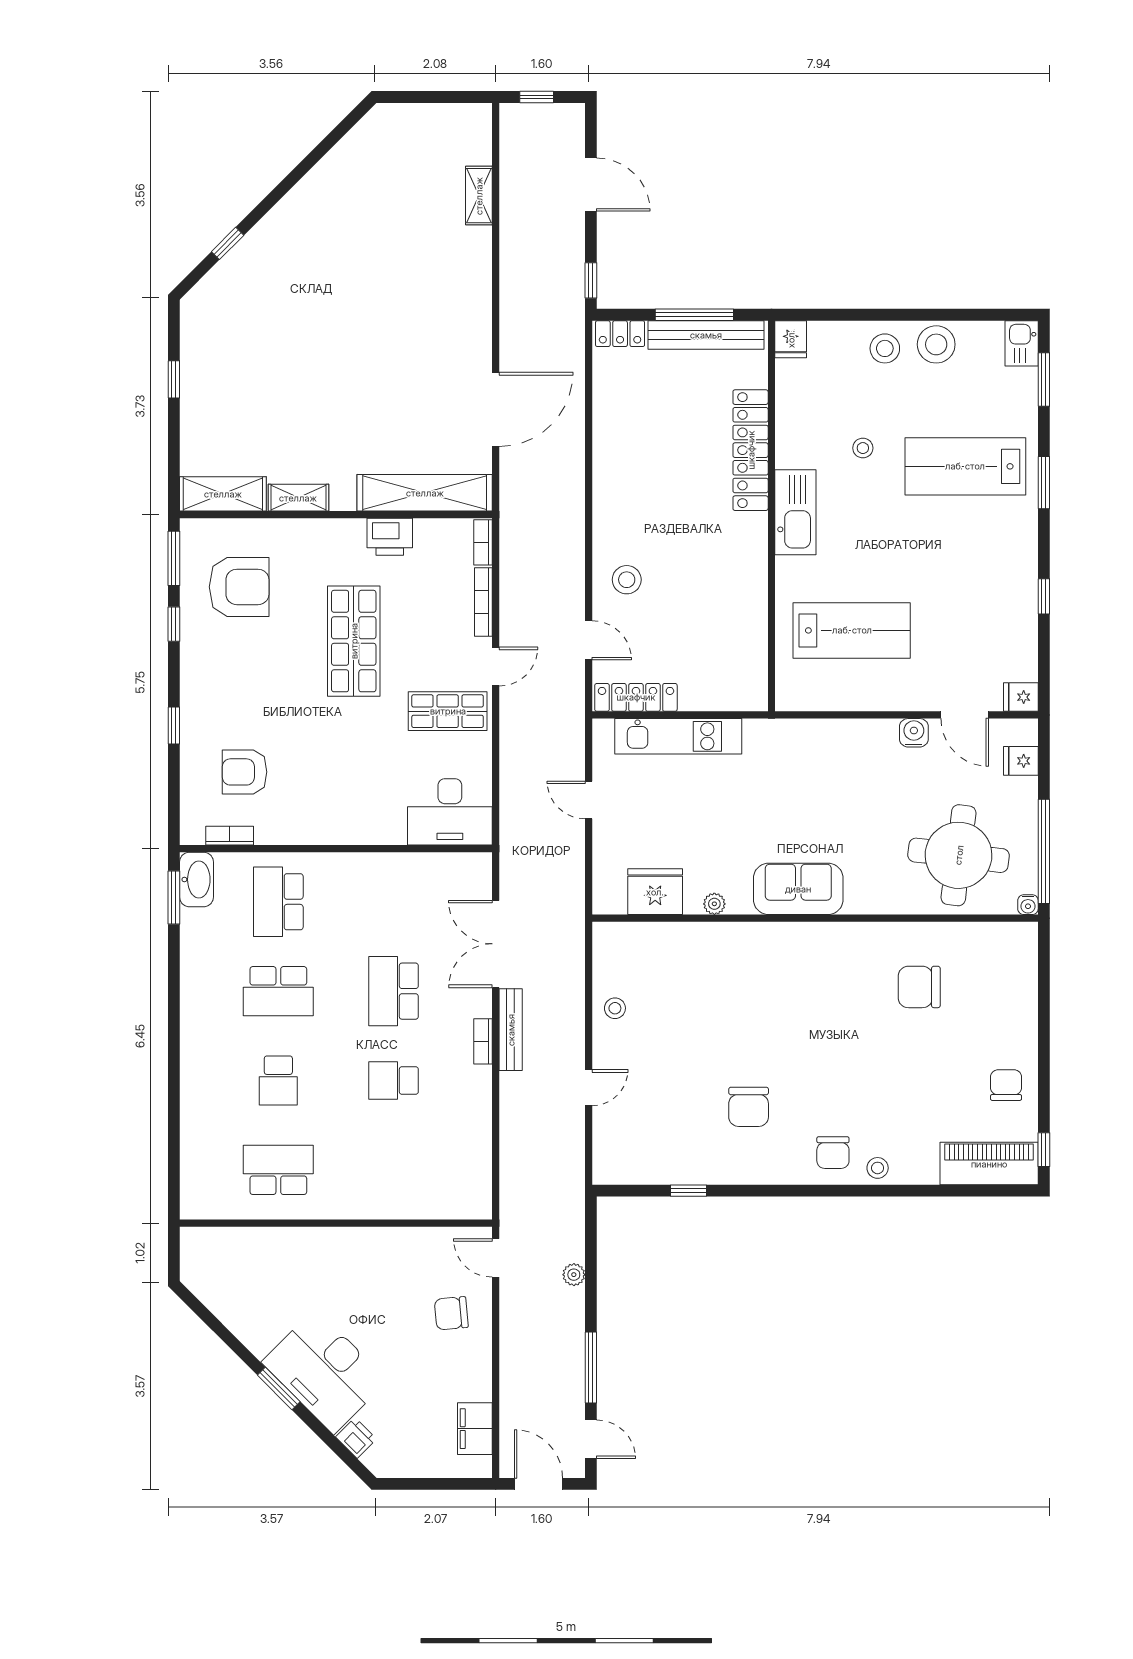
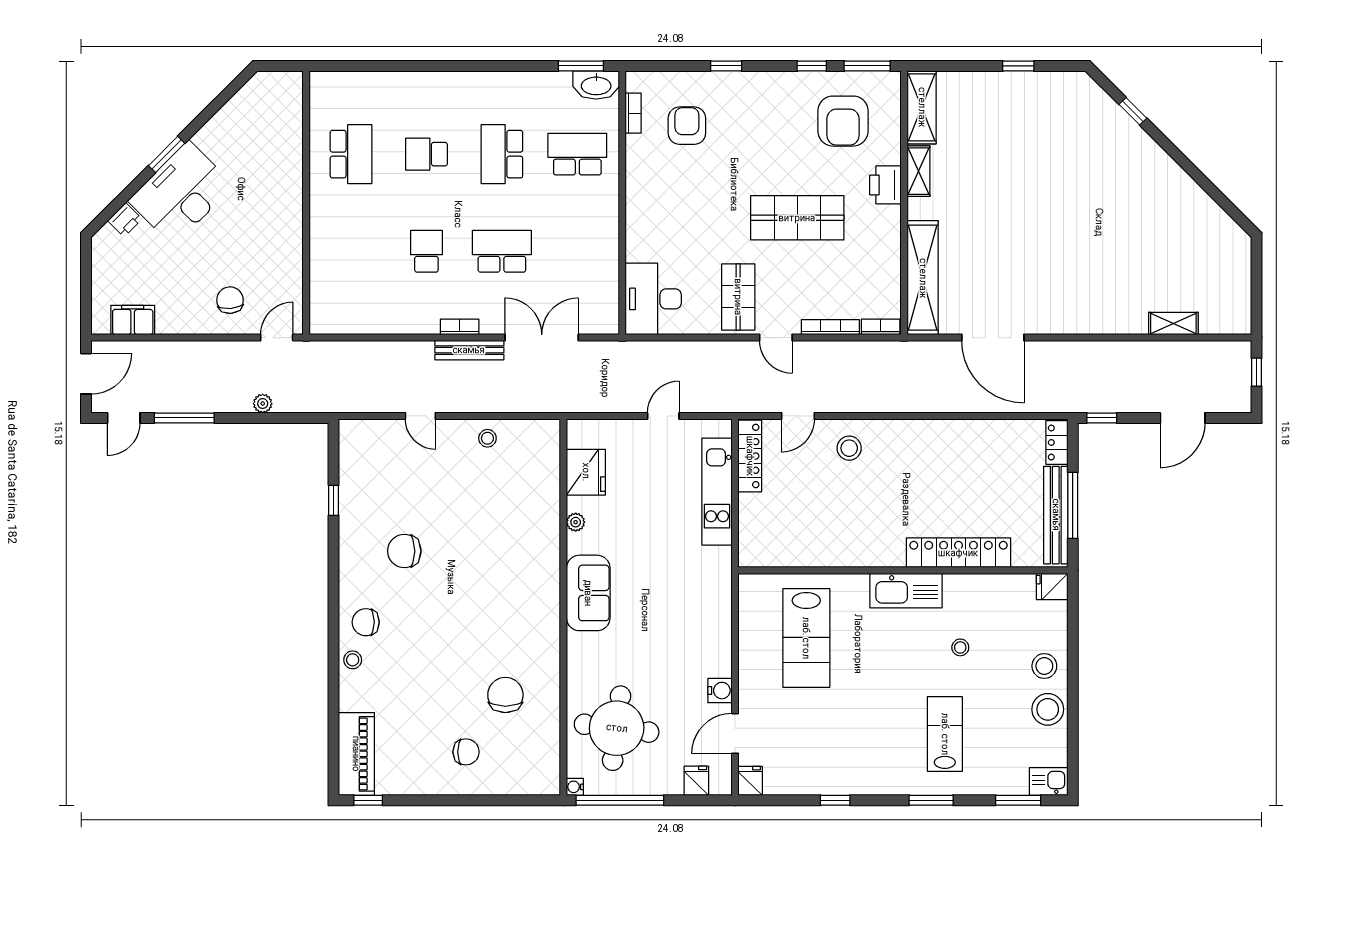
lab bench: (965, 466) -> (945, 734), width x0.73, depth x0.72
printer: (390, 537) -> (885, 185), moved
chair: (1006, 1085) -> (466, 752), moved

